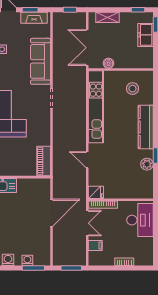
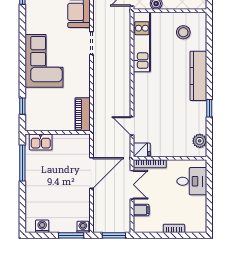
kitchen unit: (96, 107) -> (142, 42), width x0.73
door: (87, 160) -> (132, 126), moved
plant: (147, 164) -> (200, 141), moved
desk: (140, 220) -> (192, 181), width x0.73
washing machine: (27, 260) -> (83, 227), moved

